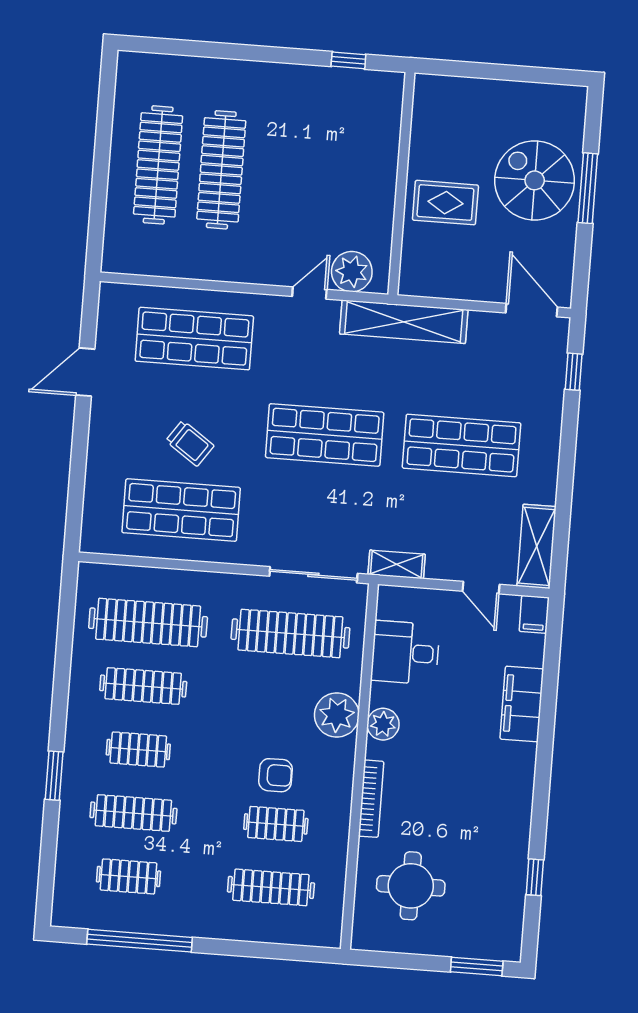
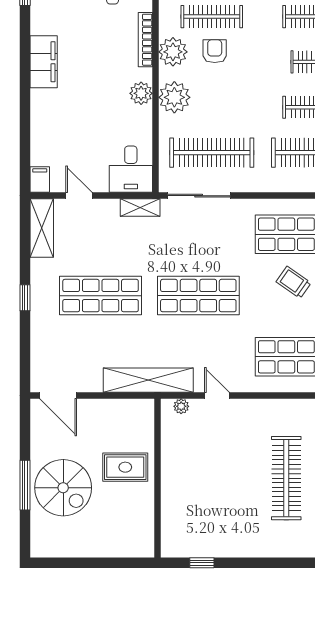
plant: (352, 272) -> (181, 406), width x0.53, depth x0.53
door: (309, 293) -> (217, 396), swing flipped
window: (574, 372) -> (25, 298), moved
desk: (405, 653) -> (131, 169), moved, turned 90
filing cabinet: (522, 704) -> (44, 62), moved
armchair: (275, 775) -> (215, 51), turned 90
plant: (334, 779) -> (173, 52), added
clothes rail: (276, 824) -> (212, 17), width x1.36

